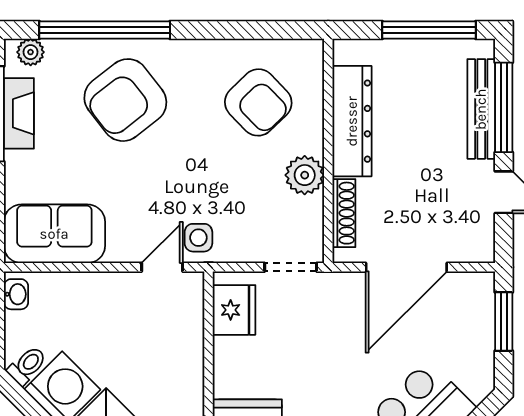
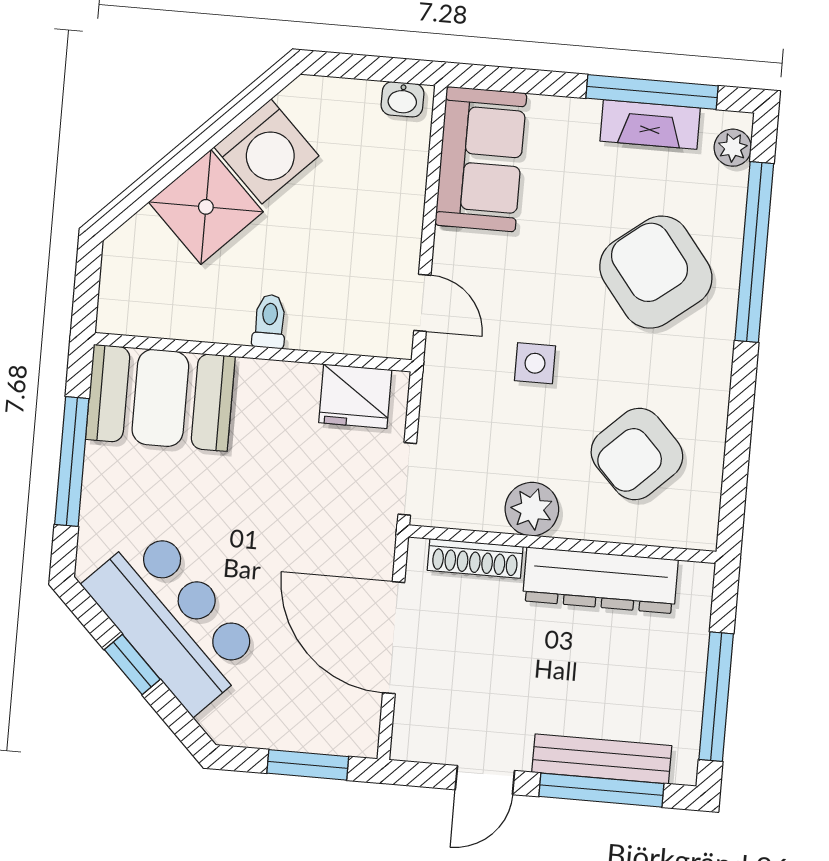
side table: (198, 238) -> (535, 363), moved
toilet: (27, 366) -> (269, 321), moved, turned -135

